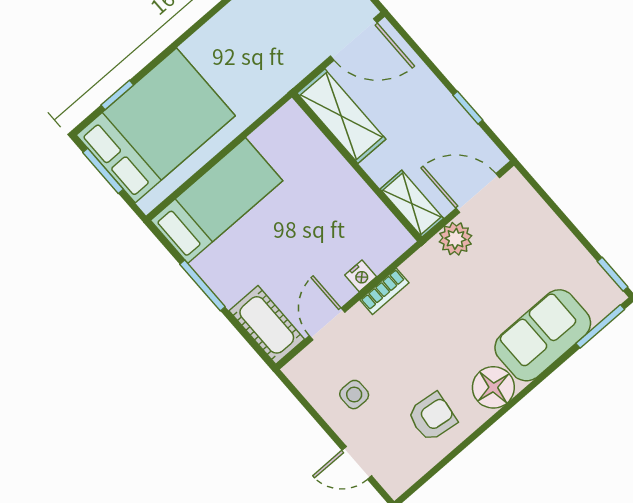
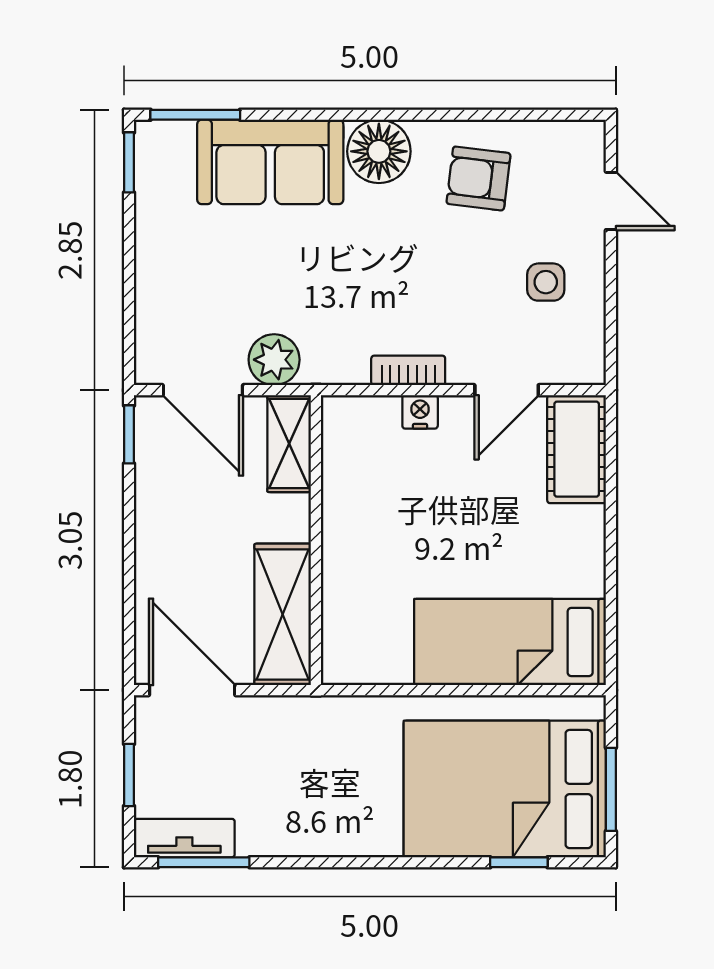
window: (468, 108) -> (129, 434), moved
window: (202, 285) -> (611, 559), removed

